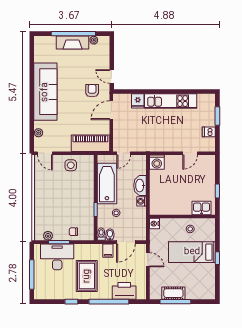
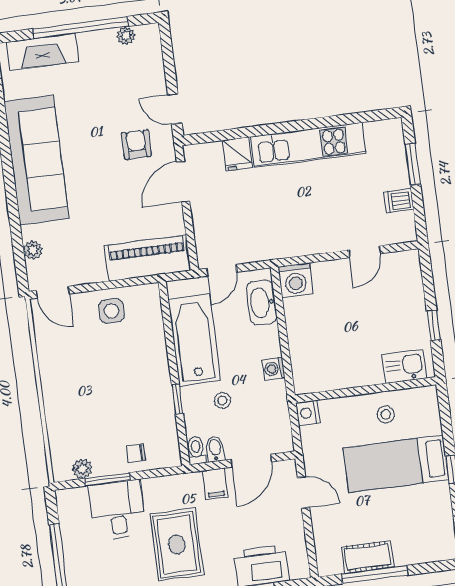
fireplace: (73, 43) -> (42, 52), moved
washbasin: (140, 186) -> (262, 302), moved
desk: (57, 257) -> (117, 510), width x0.73

